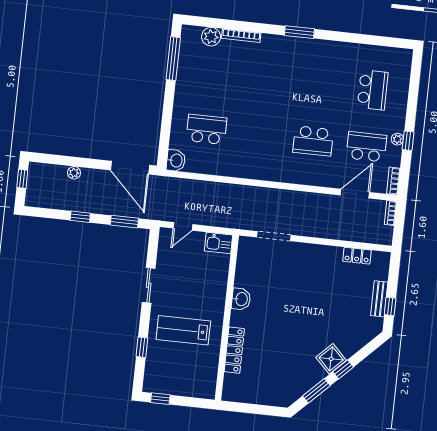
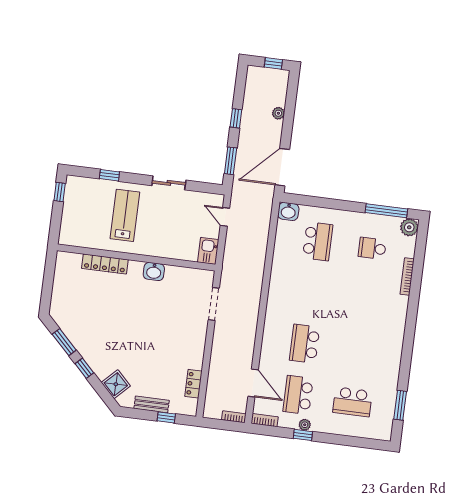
window: (299, 32) -> (400, 405), moved
plant: (211, 37) -> (409, 227), moved
school desk: (213, 73) -> (372, 248), added
school desk: (366, 147) -> (298, 395), turned 180
window: (390, 306) -> (166, 417), moved
shower: (331, 359) -> (116, 384), moved

